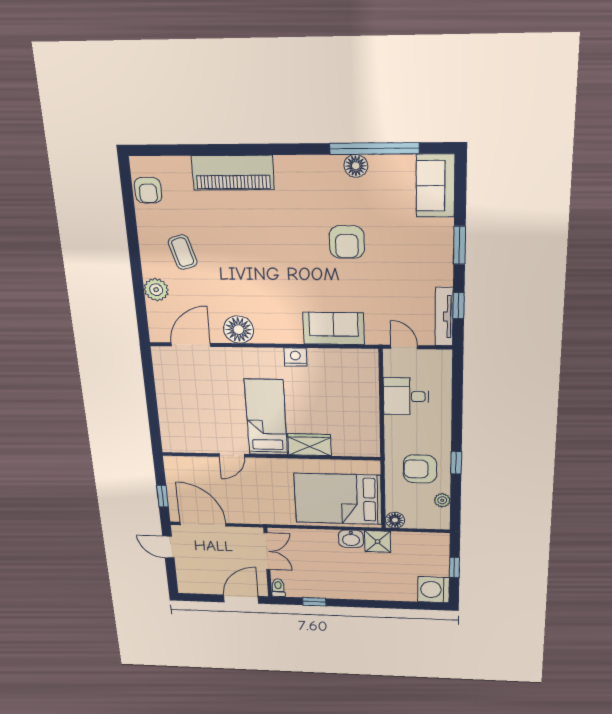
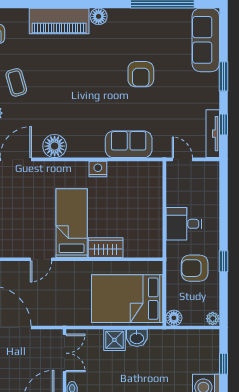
floor lamp: (356, 166) -> (99, 16), moved
sofa: (435, 186) -> (206, 40), width x1.36
desk: (406, 396) -> (184, 224), moved
plant: (442, 500) -> (213, 319), moved
shower: (378, 542) -> (114, 340), moved

